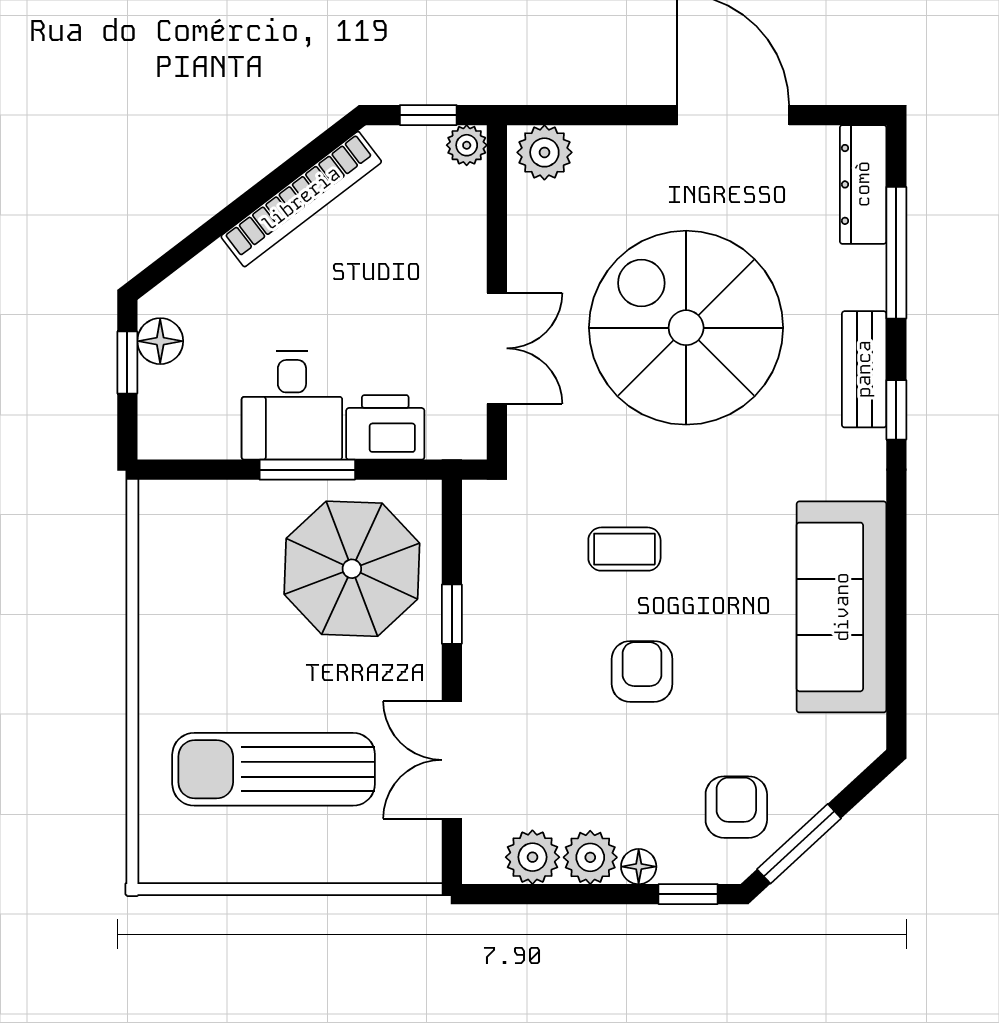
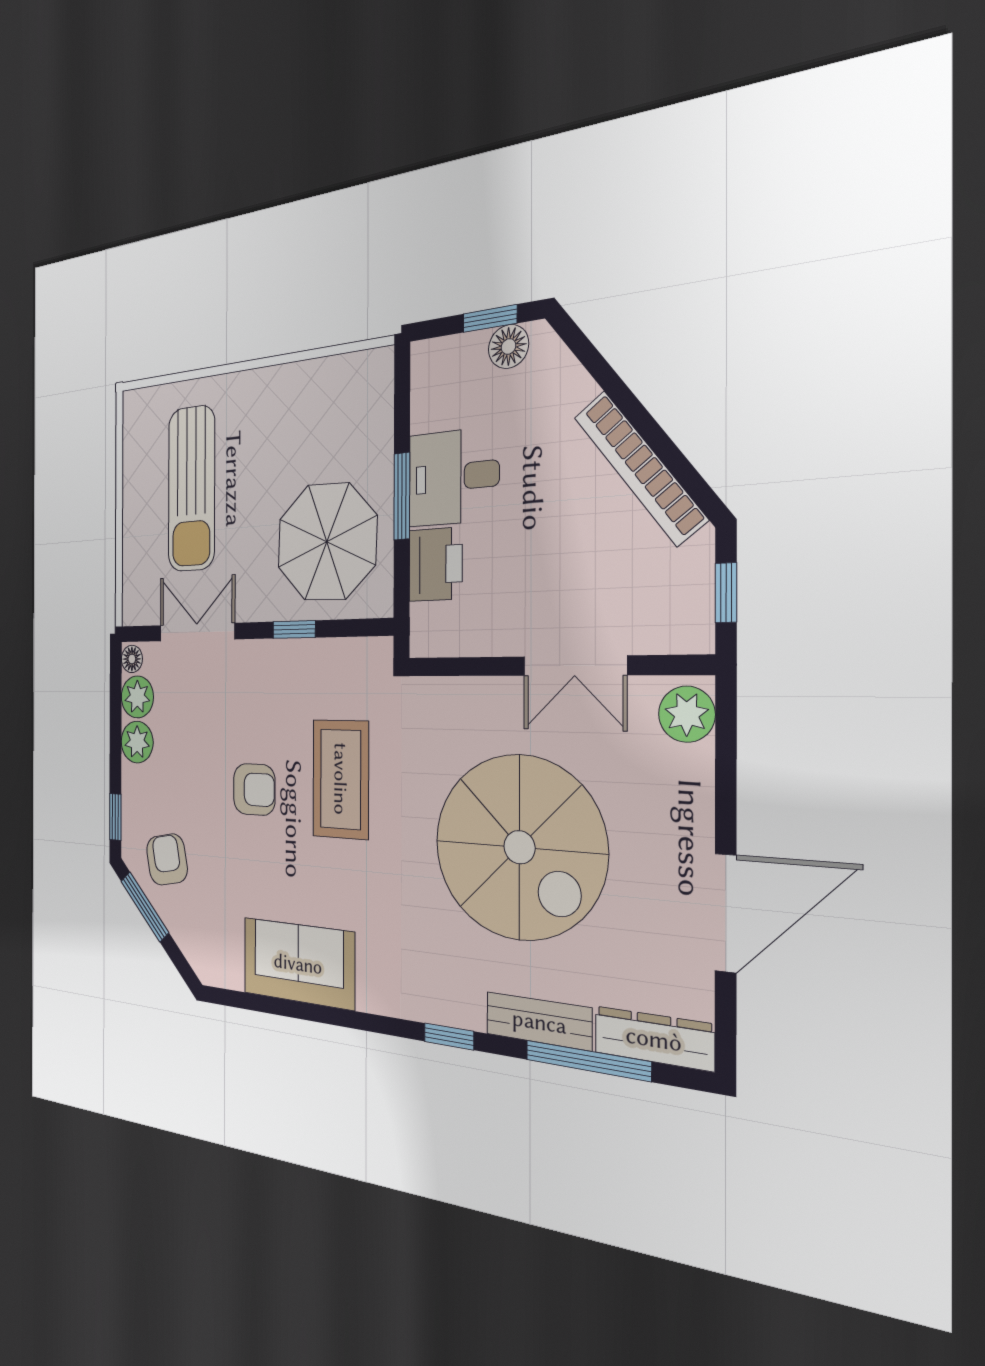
plant: (467, 145) -> (694, 634), removed
spiral stairs: (686, 328) -> (519, 847), turned 90
double door: (497, 348) -> (575, 666), moved
bench: (864, 369) -> (539, 1021), moved
coffee table: (624, 549) -> (341, 779), width x1.86, depth x1.72
sofa: (842, 607) -> (298, 963), width x0.73
sun lounger: (274, 769) -> (191, 489), turned 180
armchair: (736, 807) -> (167, 859), turned -101
floor lamp: (639, 867) -> (132, 659), moved

